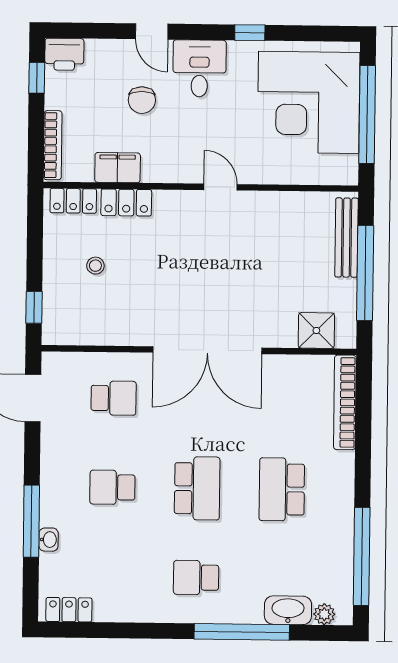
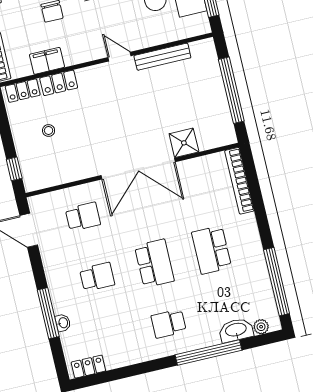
bench: (347, 238) -> (162, 57), moved, turned 90
shower: (316, 330) -> (184, 143), moved
school desk: (112, 487) -> (97, 277), turned 180

